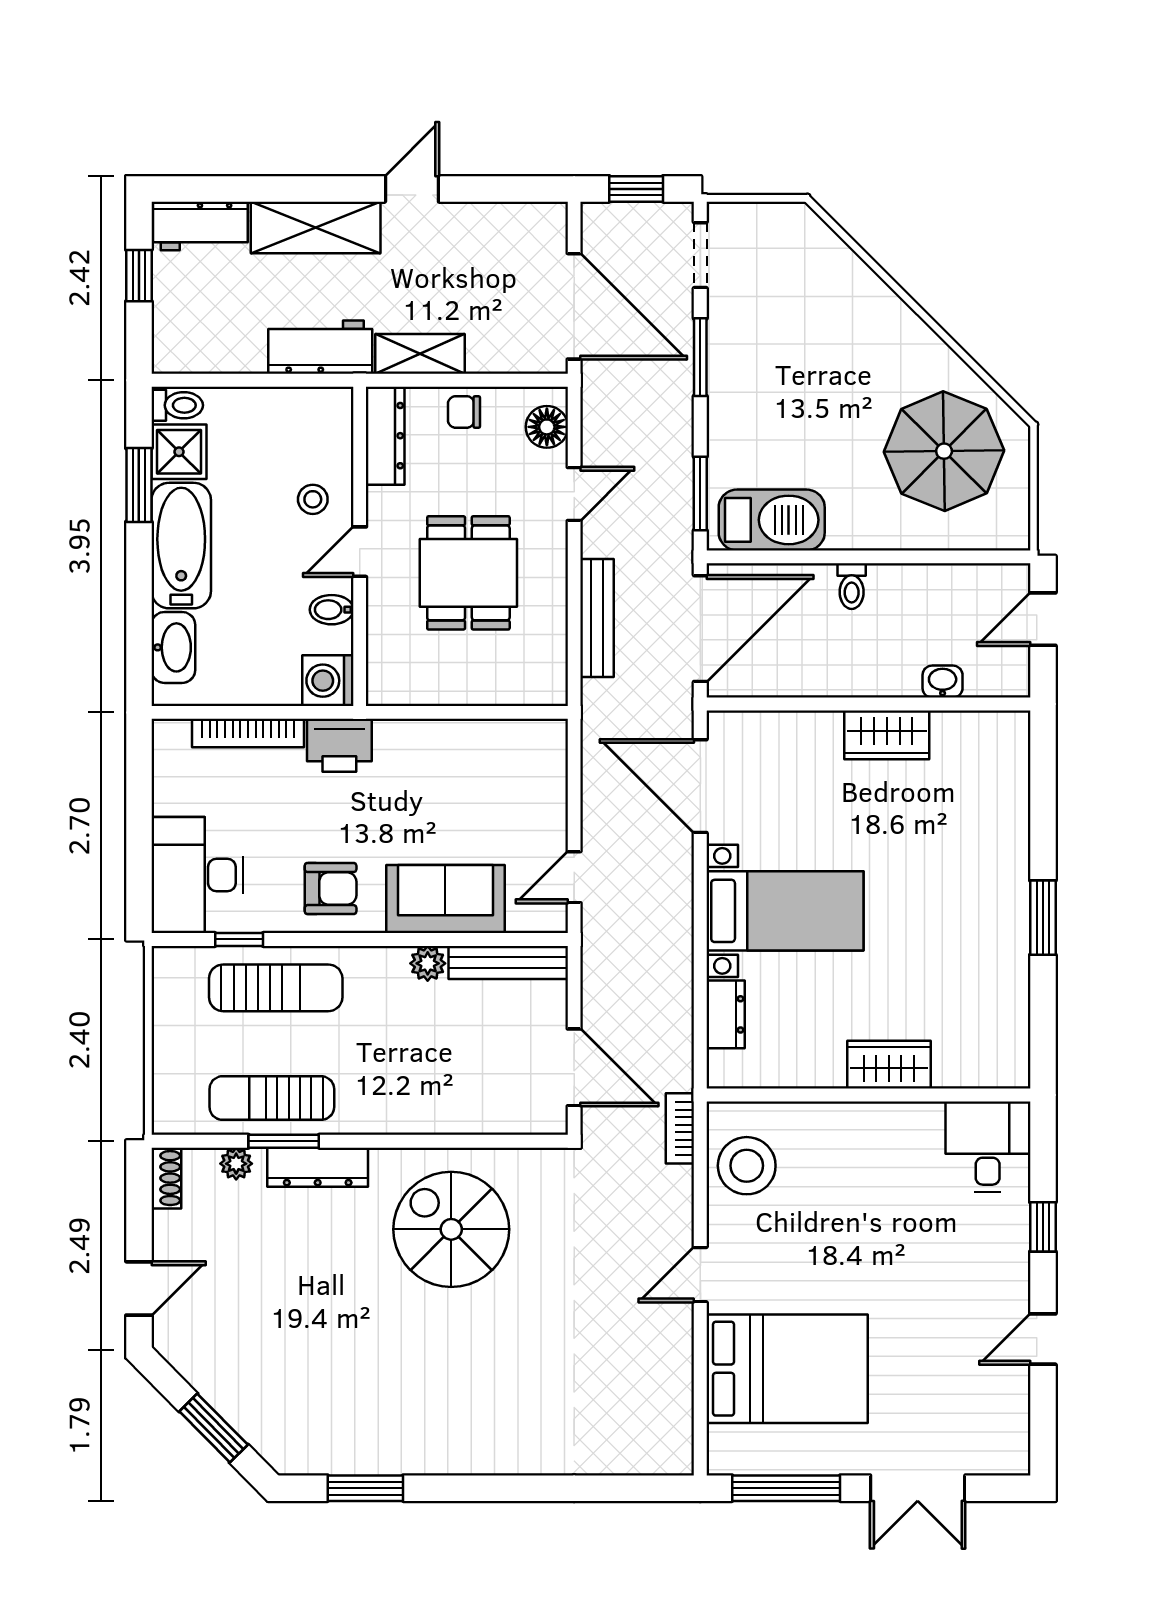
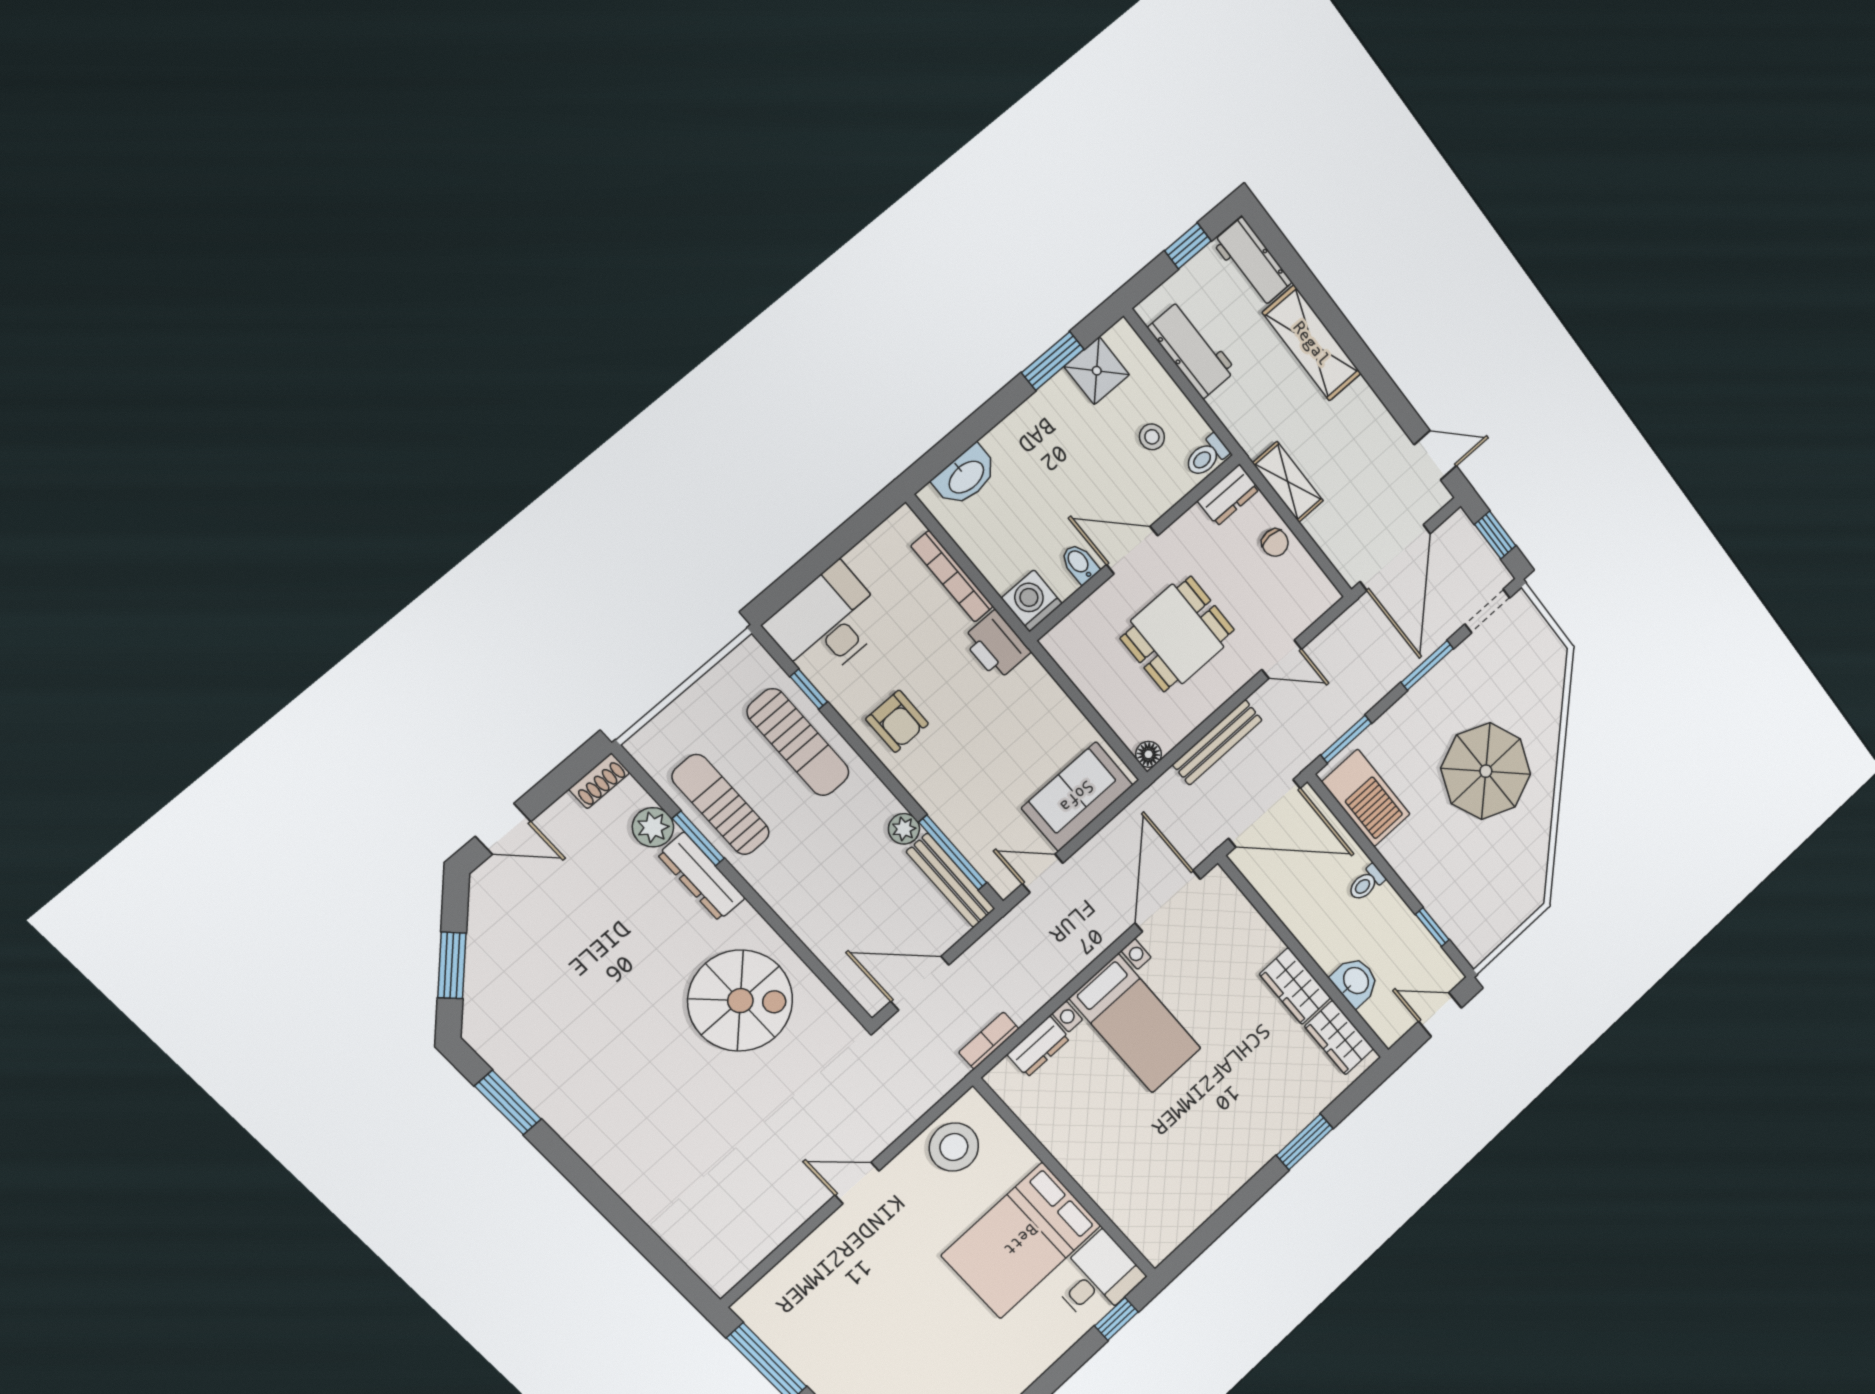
door: (412, 189) -> (1435, 455), moved
workbench: (320, 347) -> (1192, 349), moved
toilet: (177, 405) -> (1207, 456), moved, turned 90
chair: (464, 412) -> (1275, 543), turned 180
floor lamp: (547, 427) -> (1148, 754), moved, width x0.73, depth x0.73
dresser: (385, 436) -> (1228, 495), width x0.70
parasol: (944, 451) -> (1486, 771), moved
stool: (313, 499) -> (1152, 437), moved
bathtub: (181, 546) -> (1037, 424), removed
door: (360, 552) -> (1132, 550), width x1.38
window: (952, 557) -> (1432, 927), added
washbasin: (943, 682) -> (1355, 981), width x1.38, depth x1.45
sofa: (445, 899) -> (1077, 797), moved, turned -90
window: (1043, 918) -> (1305, 1142), moved
window: (486, 939) -> (953, 853), added
wardrobe: (889, 1065) -> (1339, 1038), moved, turned 180
door: (574, 1067) -> (920, 983), swing flipped
bookcase: (680, 1128) -> (989, 1041), moved
plant: (236, 1164) -> (653, 827), width x1.38, depth x1.38
window: (1043, 1227) -> (1116, 1319), moved
spiral stairs: (451, 1229) -> (740, 1001), turned 90
bed: (787, 1369) -> (1021, 1240), moved, turned 90

